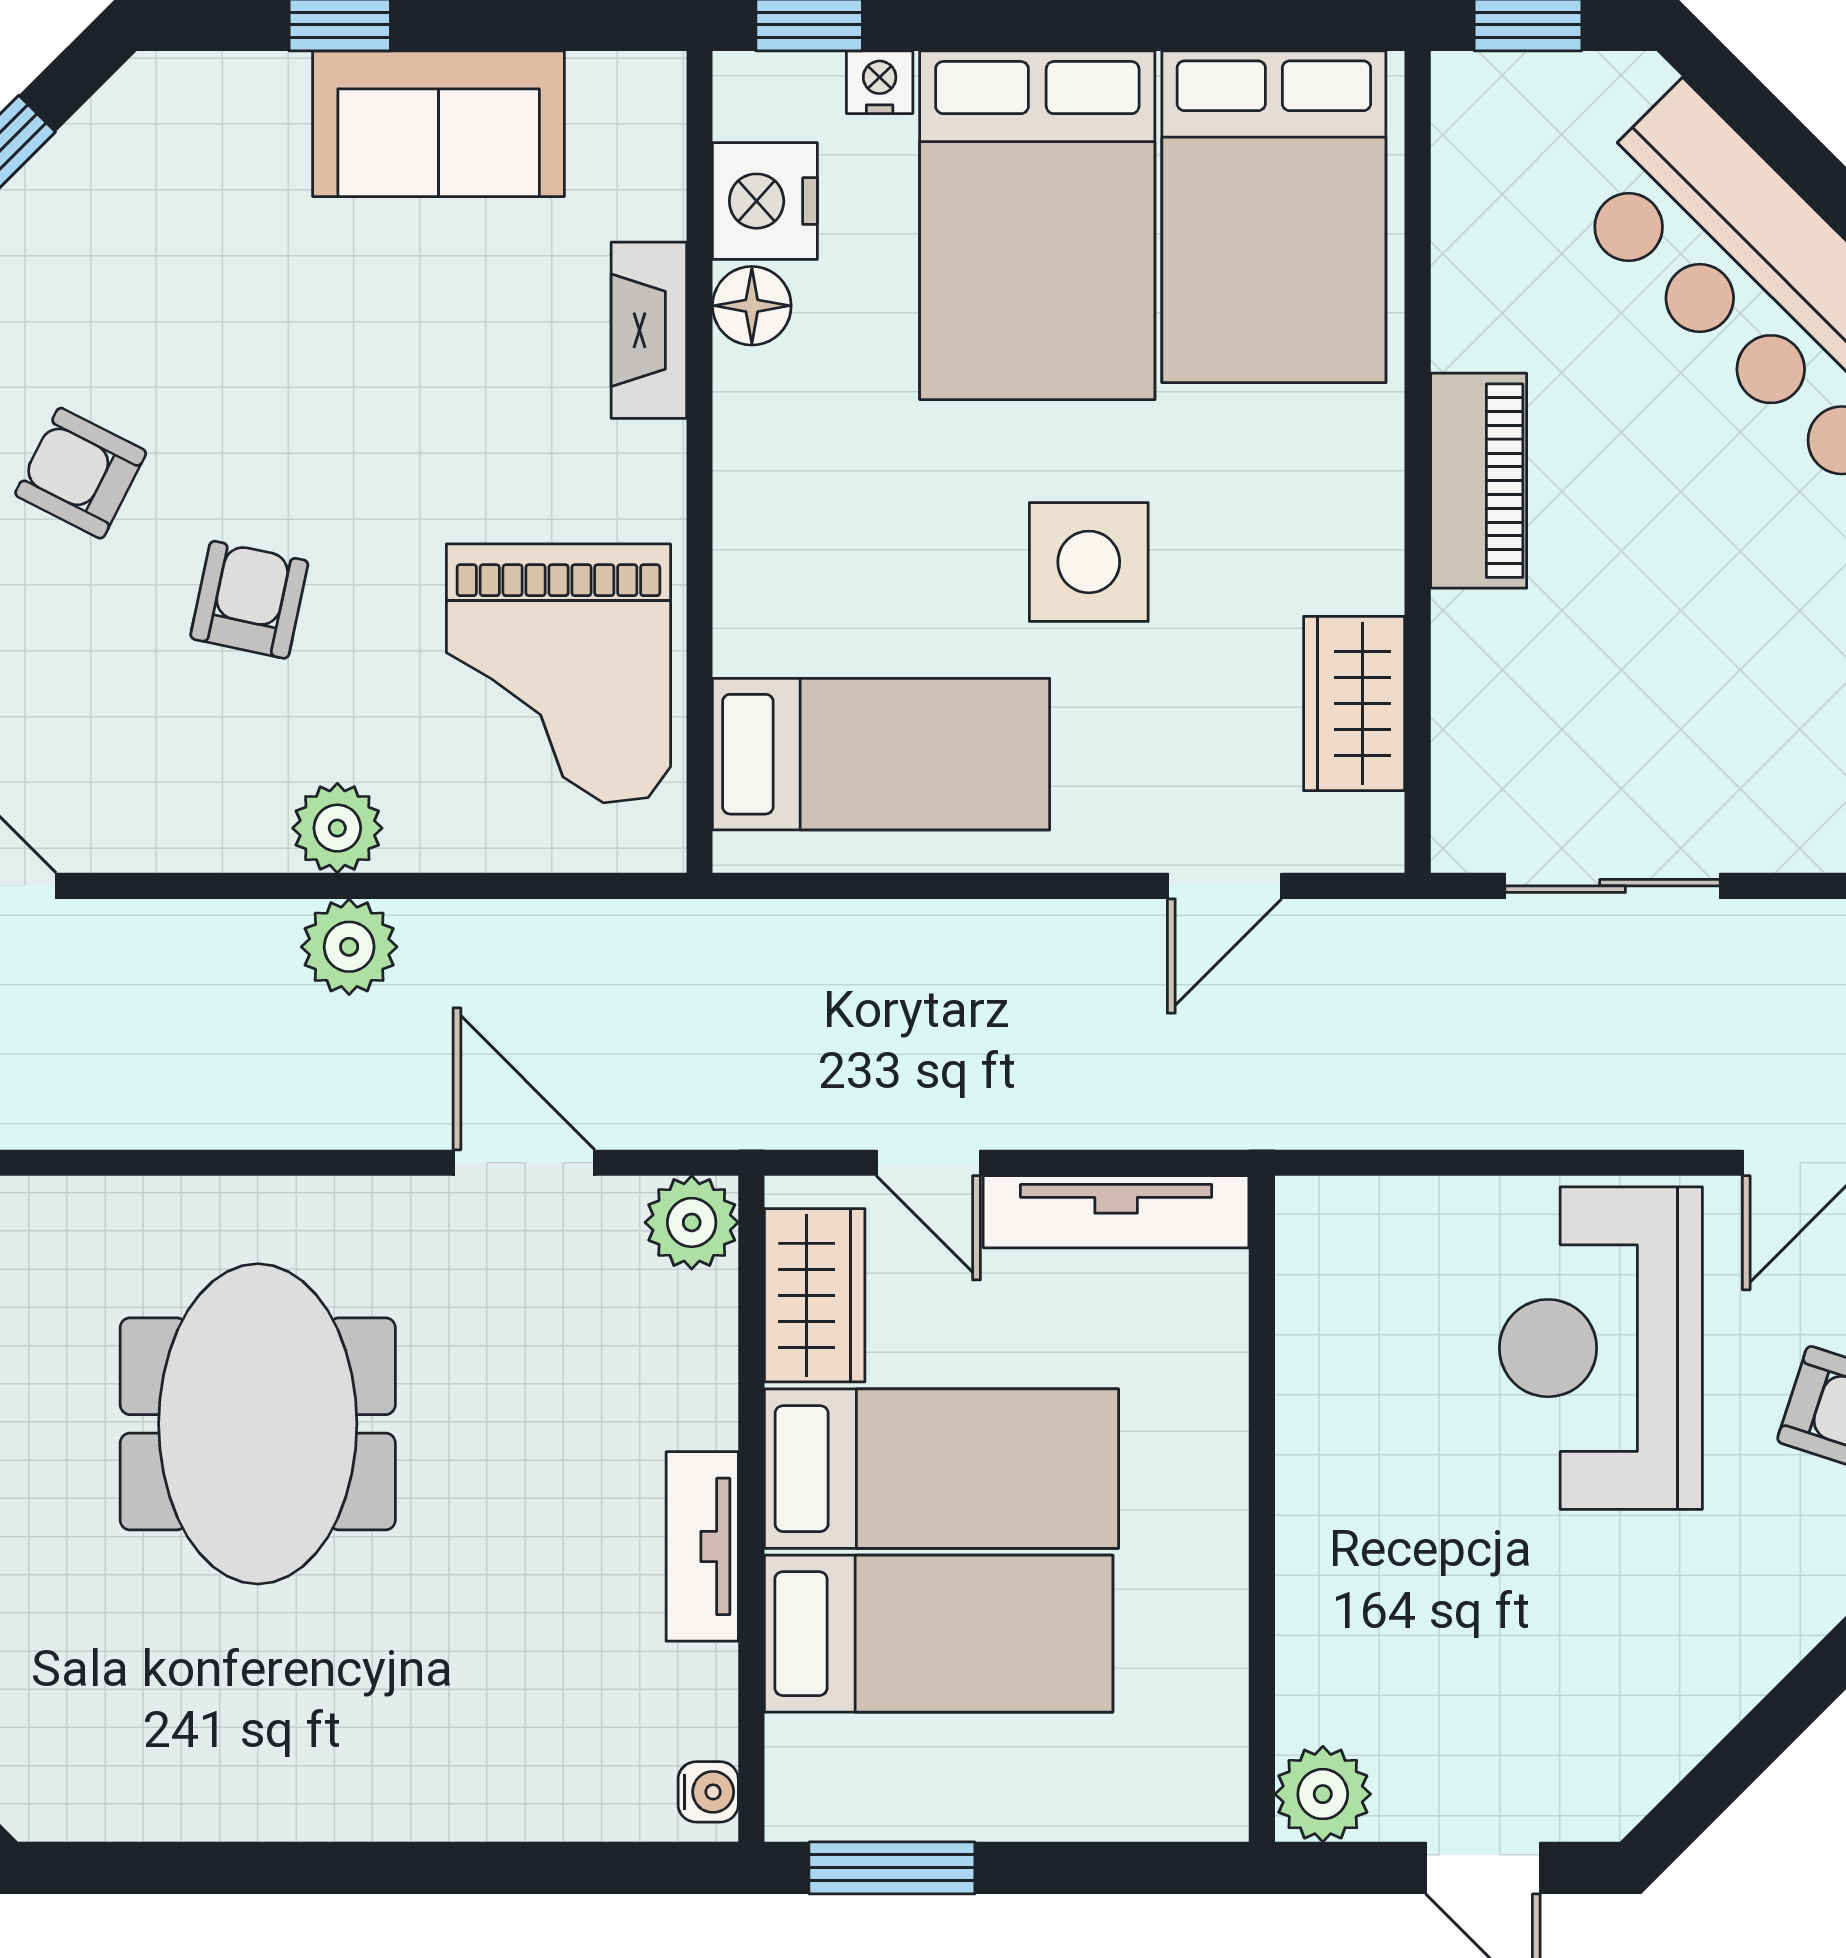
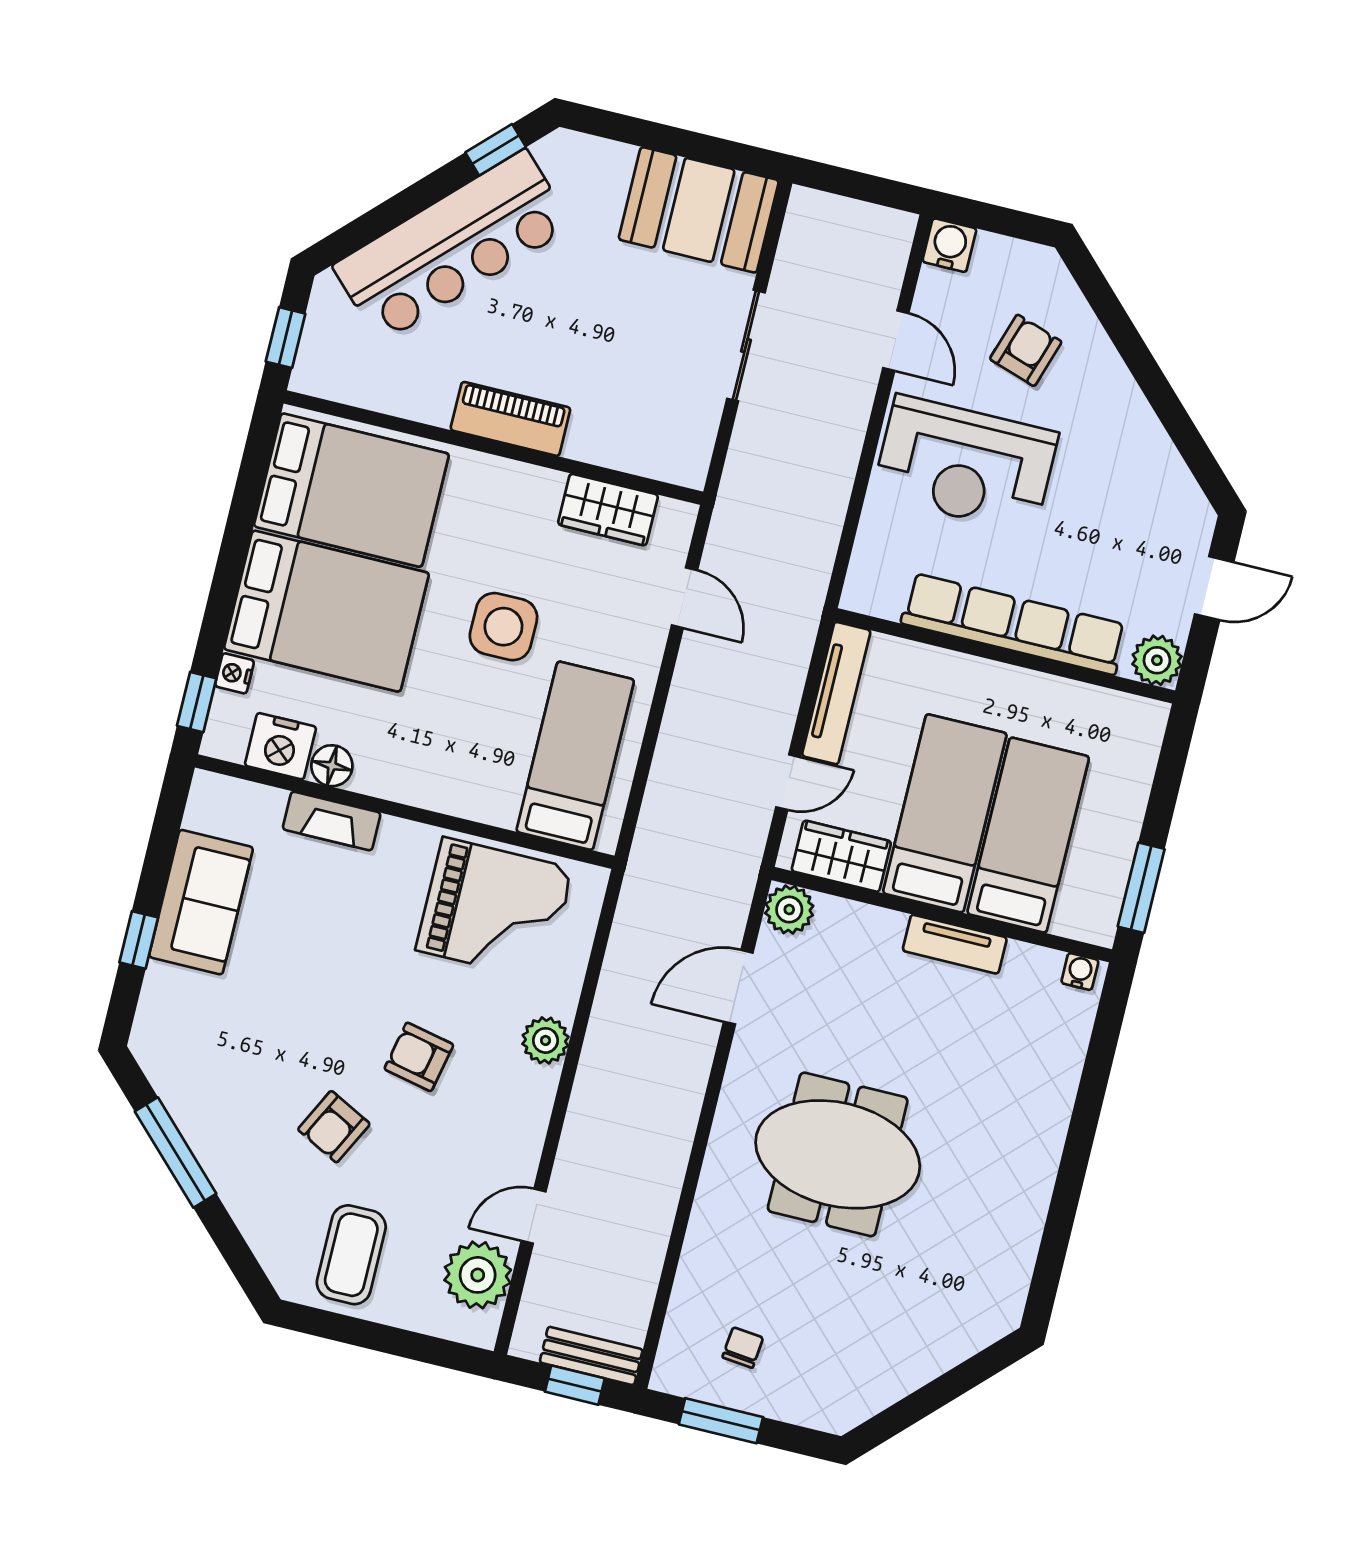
sliding door: (1612, 886) -> (746, 346), moved
plant: (349, 947) -> (607, 1049), removed
row of seats: (1325, 1511) -> (1014, 624), added

